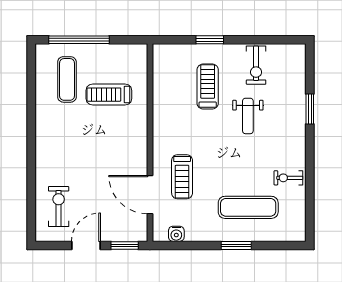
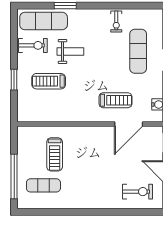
exercise mat: (289, 80) -> (44, 21), added
exercise bike: (59, 206) -> (137, 192), turned 180

